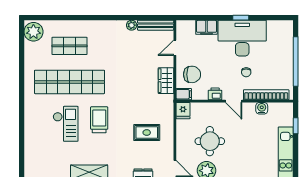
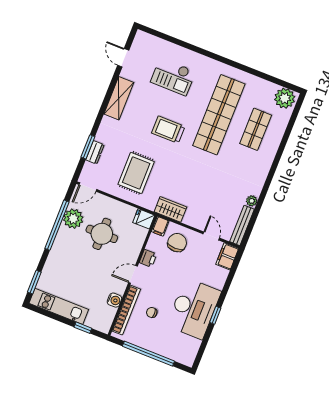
filing cabinet: (207, 27) -> (227, 256), moved
chair: (246, 72) -> (152, 312), moved
chair: (192, 74) -> (177, 243), turned 180
wardrobe: (166, 81) -> (170, 209), moved
trolley: (99, 120) -> (168, 130), turned 180
checkout: (66, 124) -> (173, 77), moved
rug: (147, 133) -> (136, 173), width x1.36, depth x1.43

